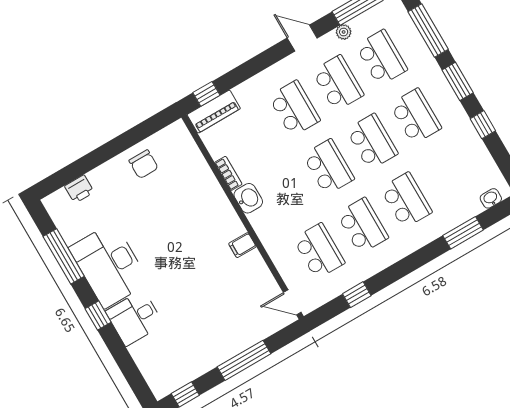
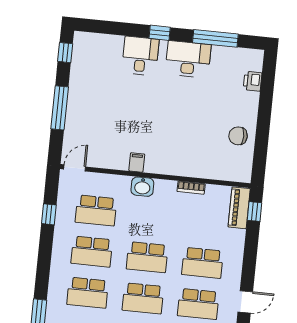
washbasin: (248, 198) -> (142, 187), moved
desk: (109, 265) -> (188, 59), width x0.73, depth x0.77

